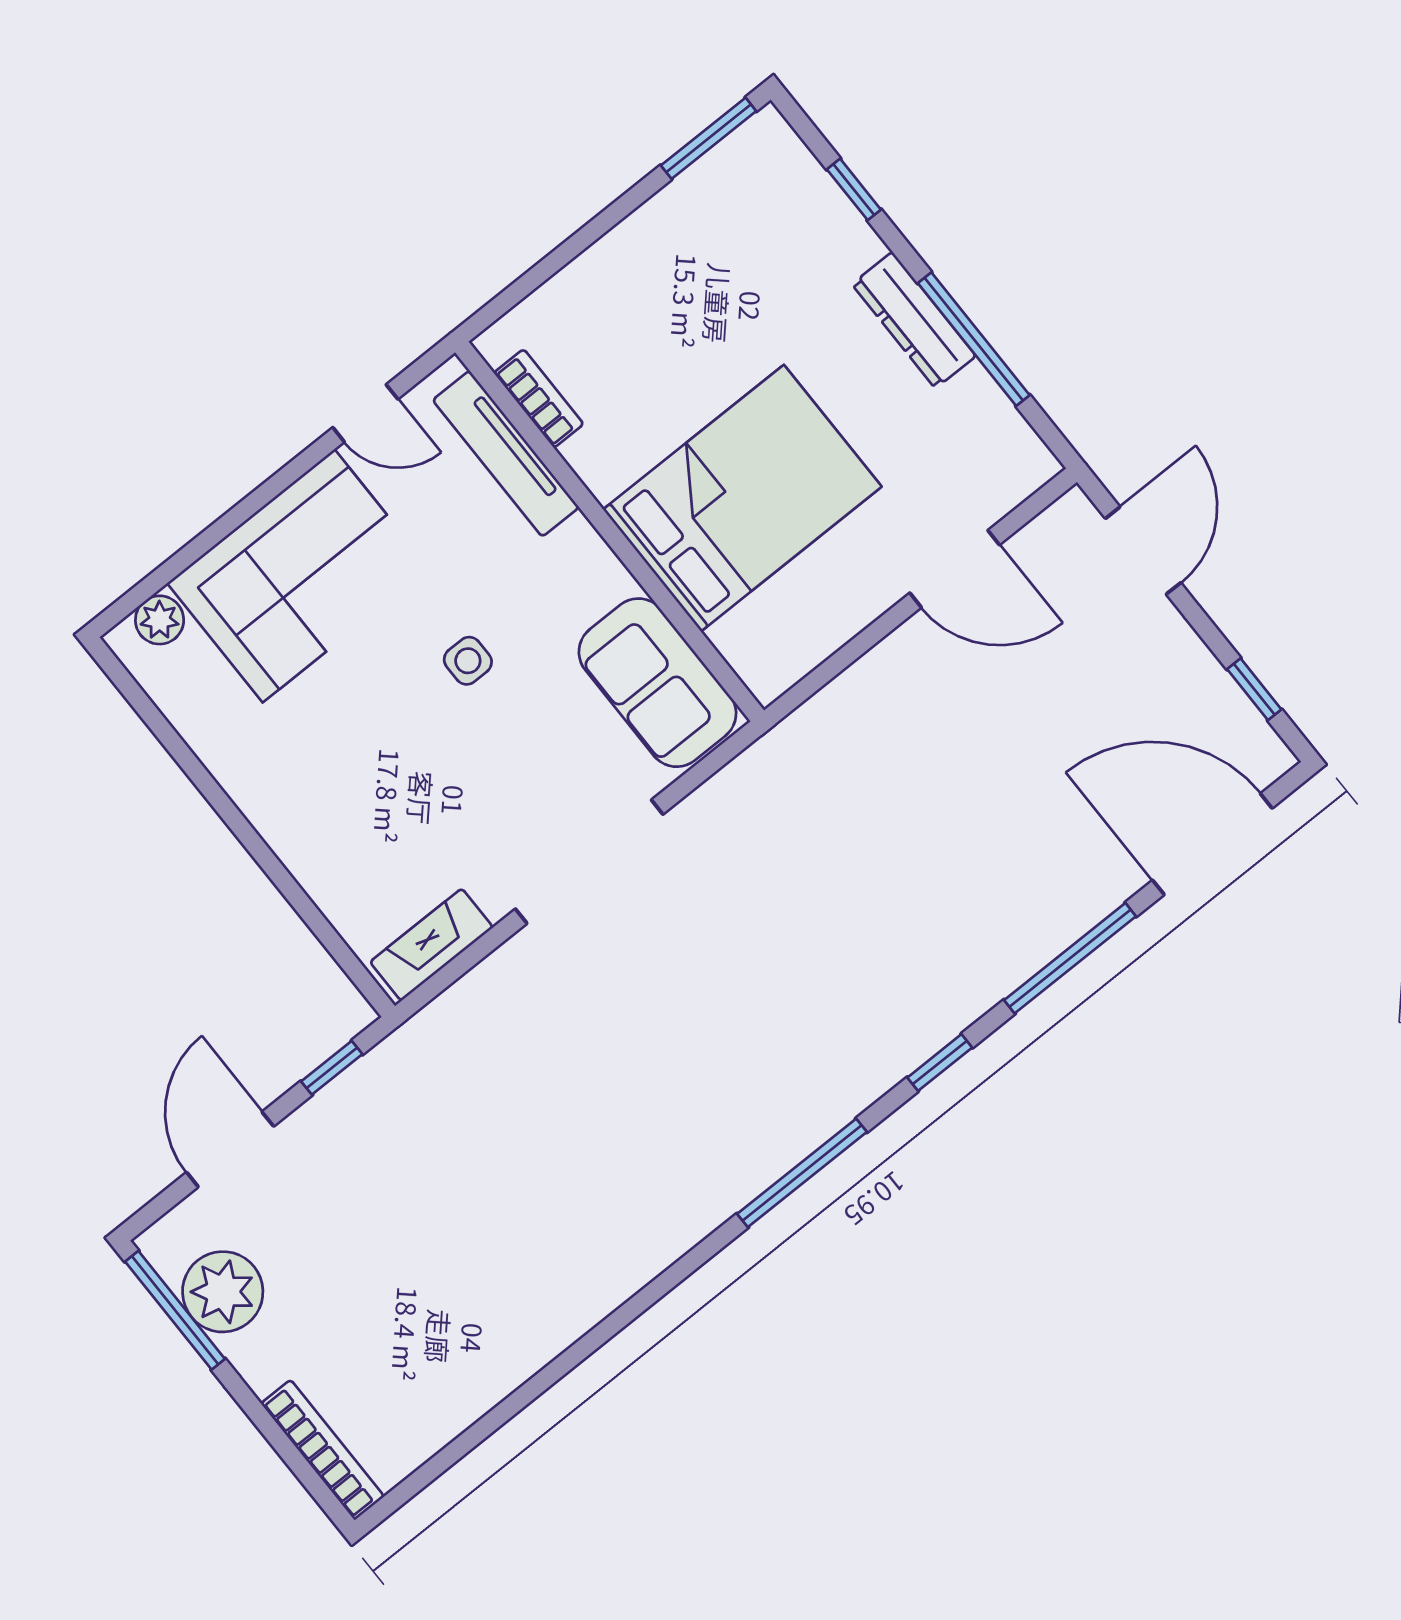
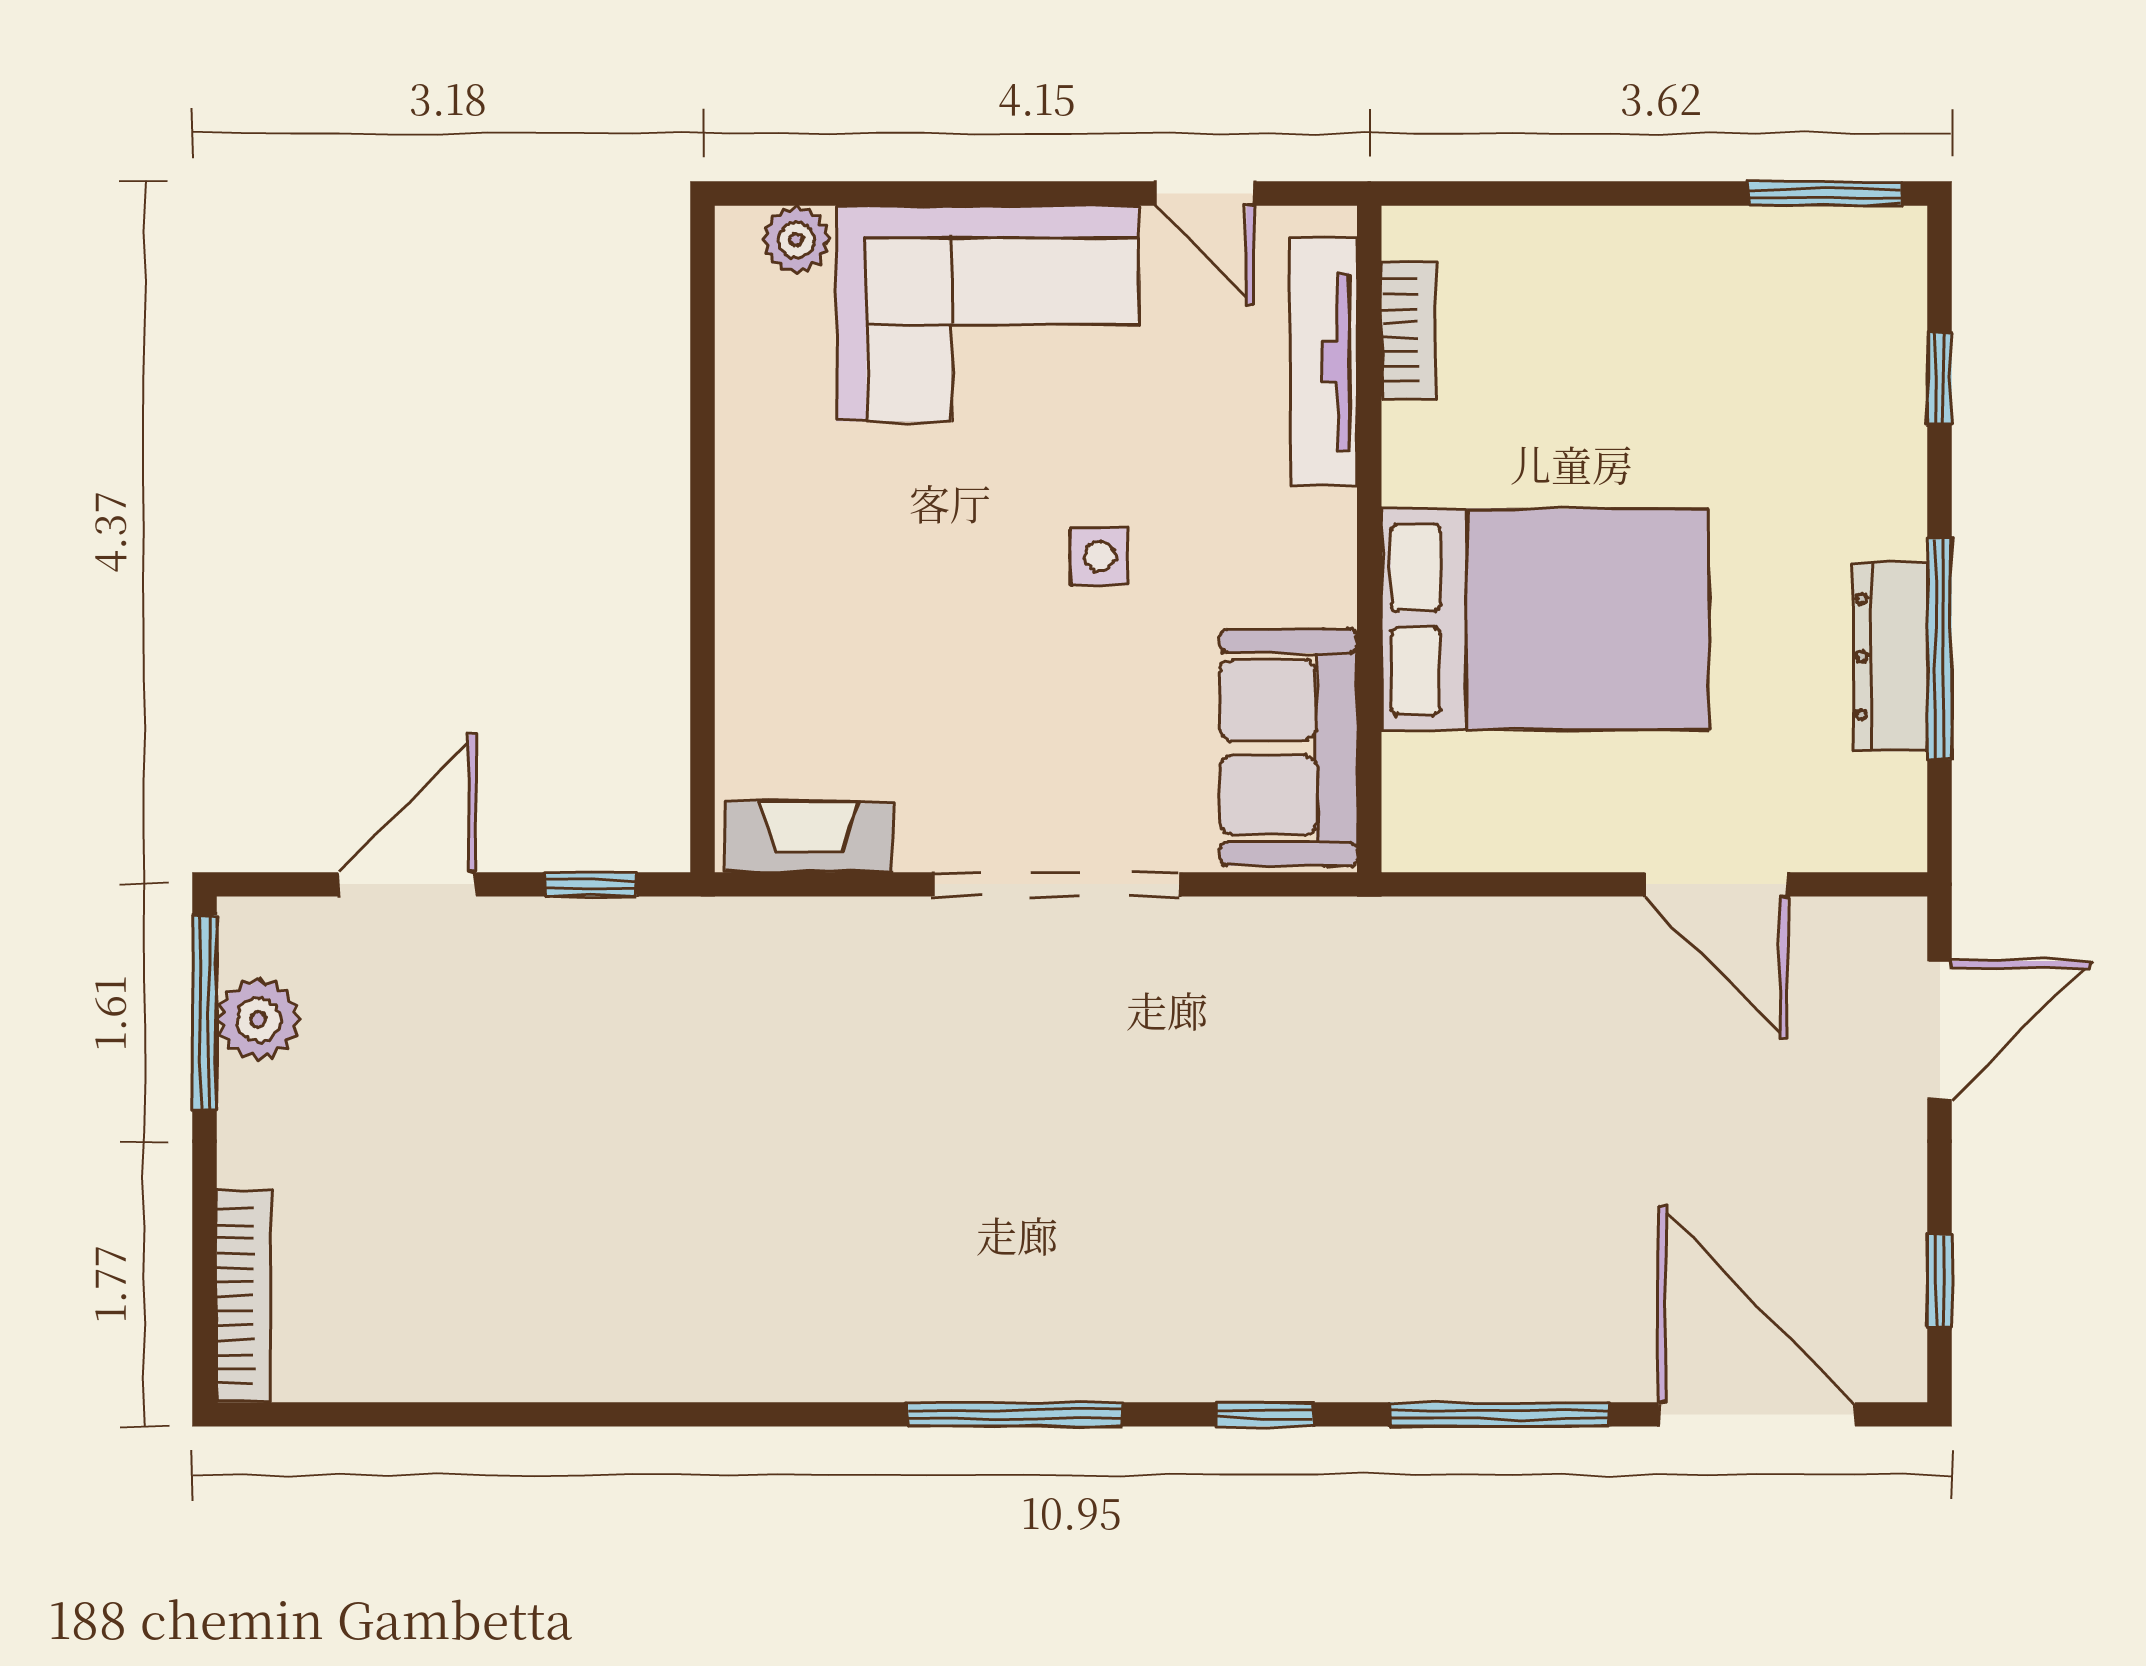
dresser: (914, 320) -> (1891, 657), moved
plant: (223, 1292) -> (258, 1019), width x0.73, depth x0.73

